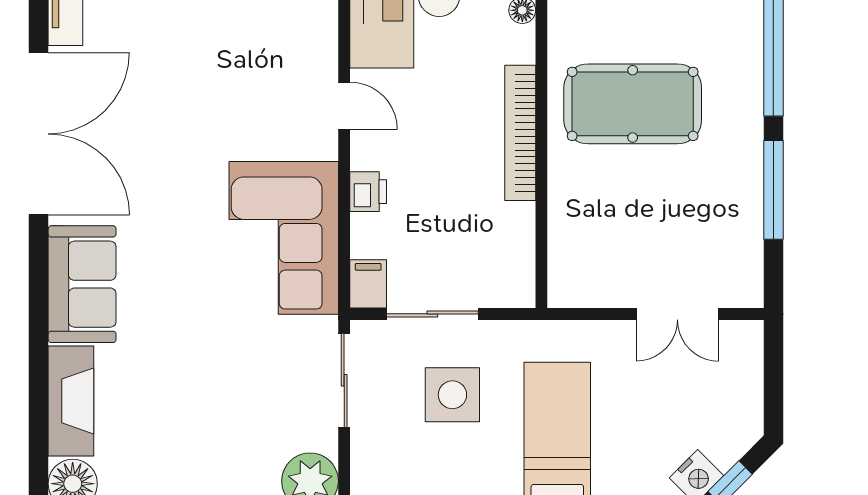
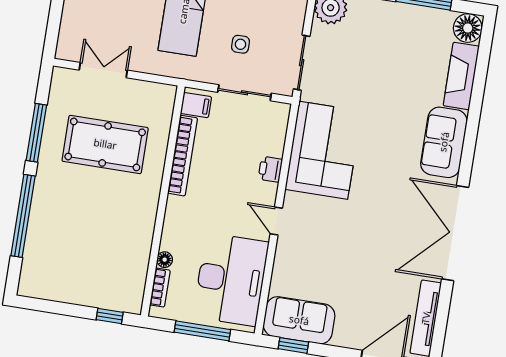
pool table: (633, 104) -> (105, 144), moved
bookcase: (520, 133) -> (183, 156), moved
filing cabinet: (368, 284) -> (196, 105), moved, turned -90
side table: (452, 395) -> (240, 44), width x0.54, depth x0.54

